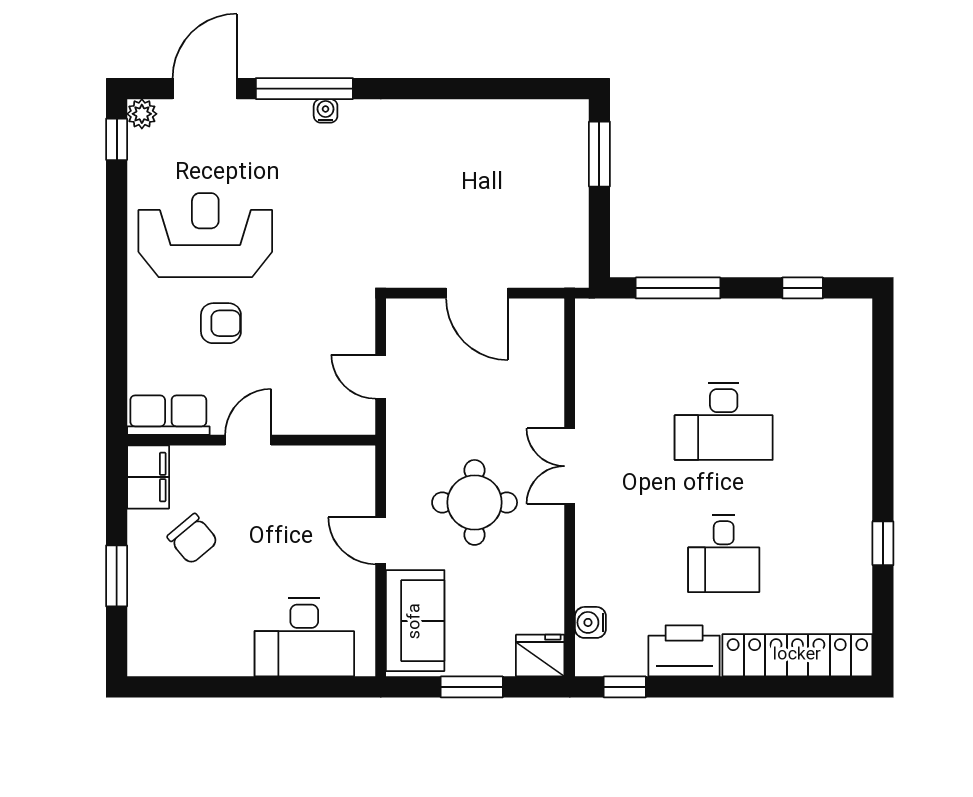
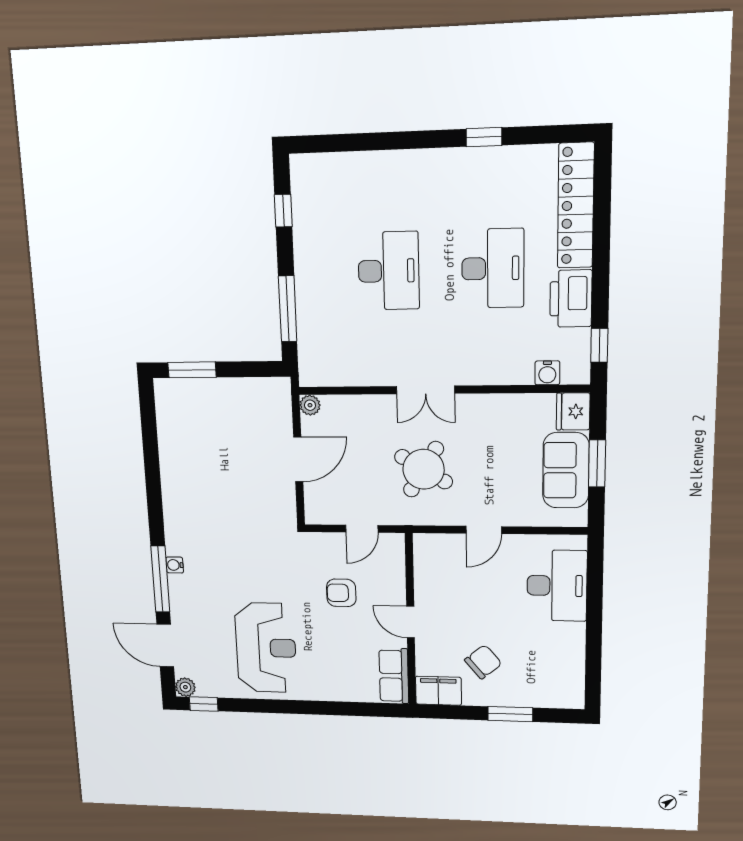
reception desk: (205, 235) -> (266, 648), turned 180
plant: (551, 312) -> (310, 405), added
armchair: (221, 323) -> (341, 593), moved, turned -90
round table: (475, 502) -> (424, 469), moved, turned 31
desk: (724, 554) -> (493, 268), width x1.37
sofa: (415, 621) -> (566, 470), moved, turned -90

